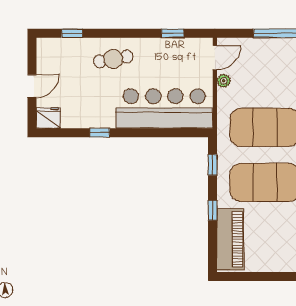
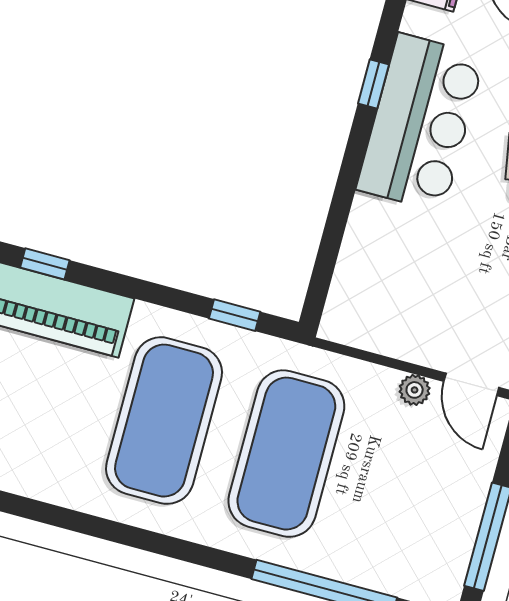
bar counter: (164, 109) -> (421, 123), moved, width x0.73
window: (213, 210) -> (45, 264), moved

